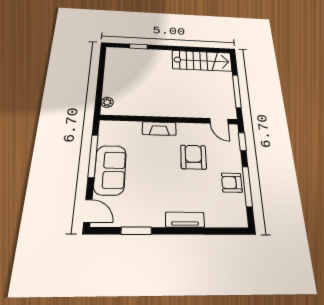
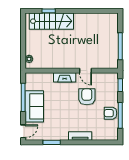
stairs: (202, 61) -> (51, 21), moved
door: (219, 121) -> (85, 71), moved
door: (88, 211) -> (23, 131), hinge flipped

